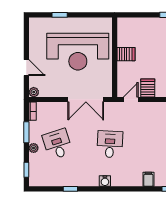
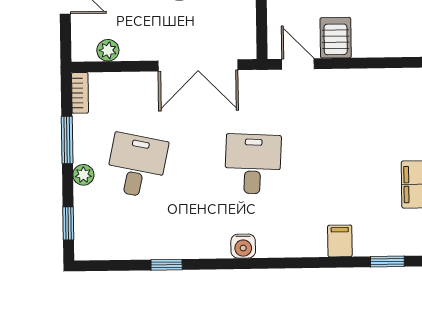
plant: (34, 92) -> (108, 50), moved
door: (131, 99) -> (298, 64), hinge flipped
desk: (58, 144) -> (137, 166), turned 30

